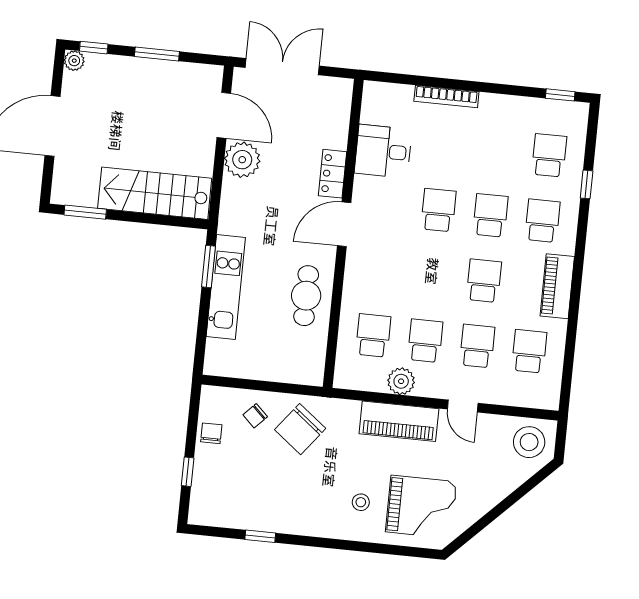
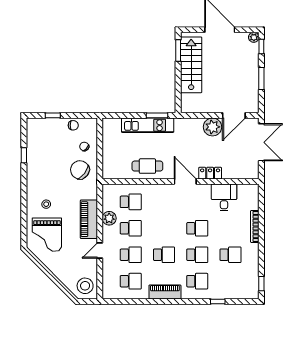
school desk: (549, 155) -> (230, 255), moved
stairs: (155, 193) -> (191, 65), moved

